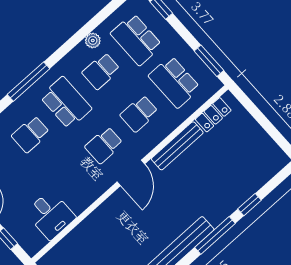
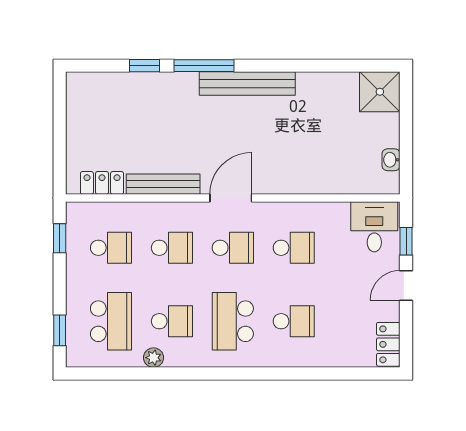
window: (209, 61) -> (60, 238), width x0.67
window: (29, 82) -> (250, 374), removed
school desk: (174, 82) -> (111, 248), width x0.54
school desk: (69, 177) -> (294, 248), added
desk: (50, 215) -> (374, 227), moved

